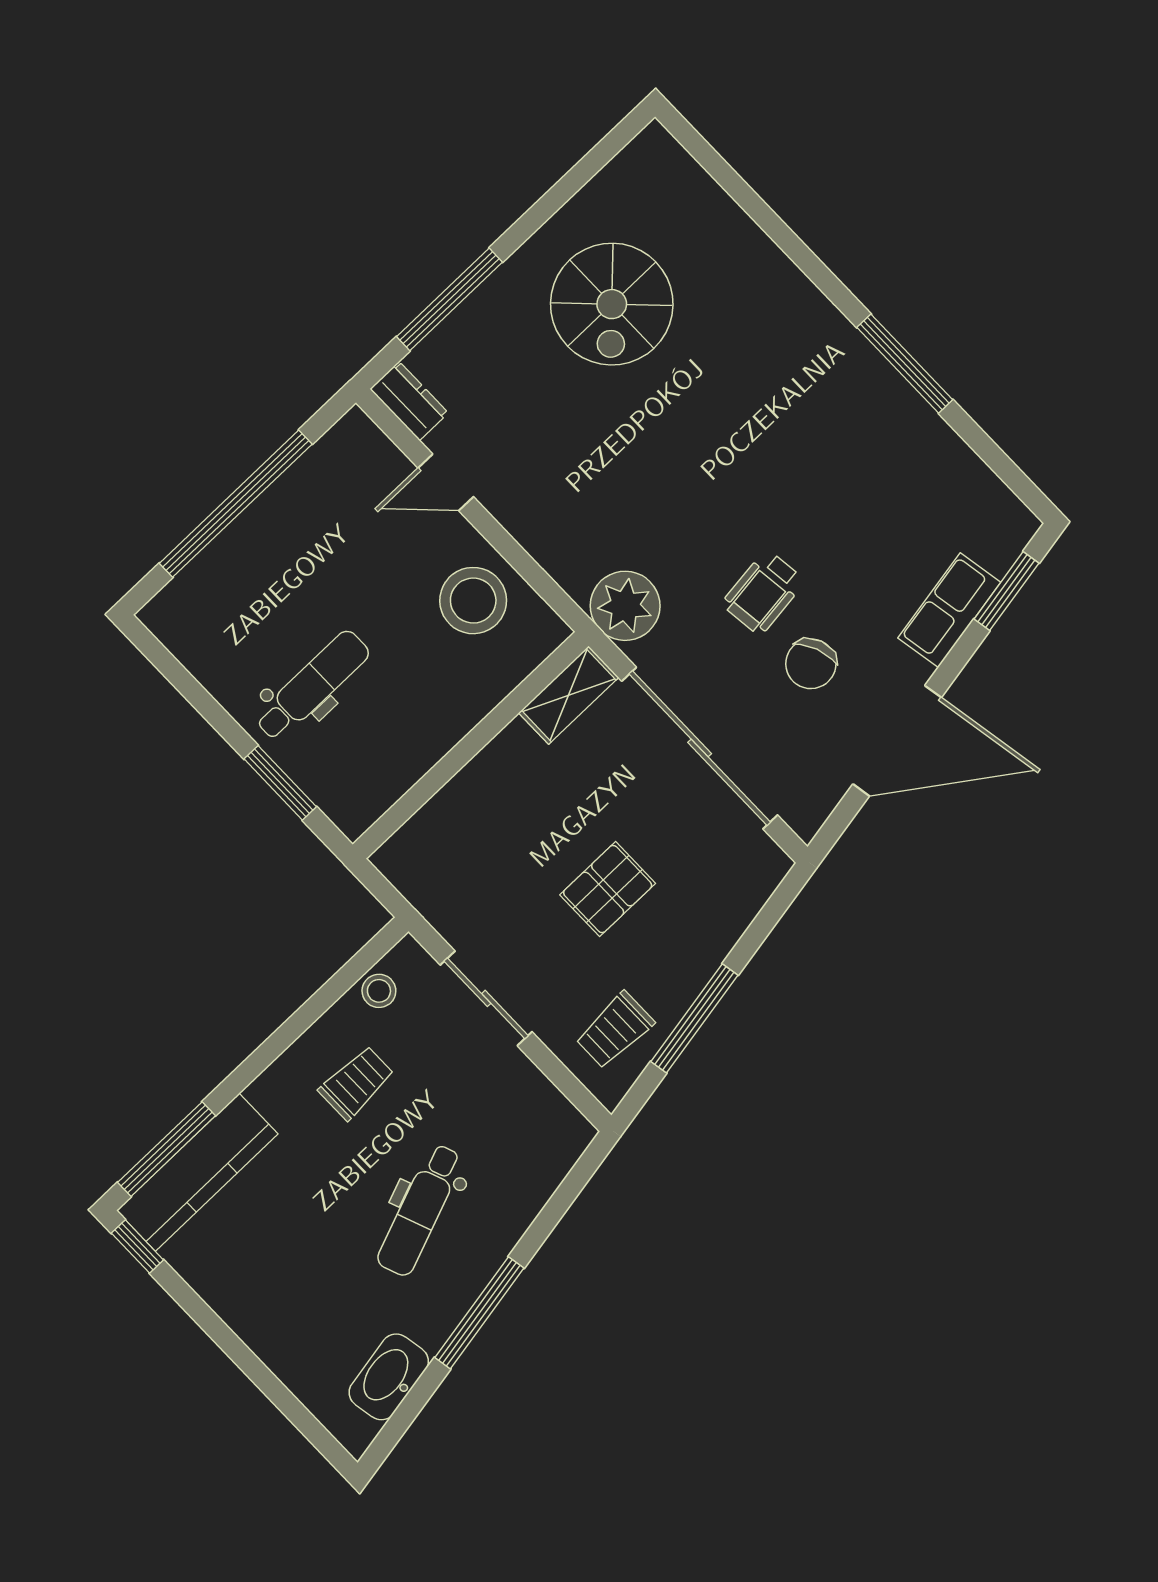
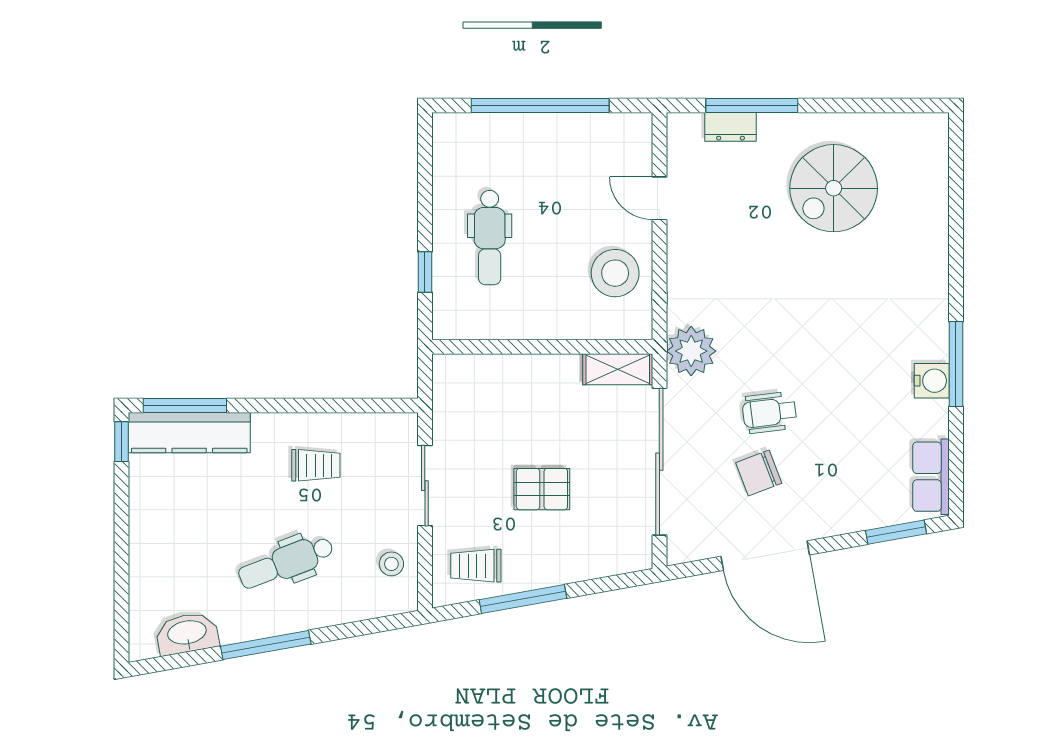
dresser: (409, 401) -> (731, 127), moved, turned 90
water cooler: (896, 404) -> (932, 381), added
row of seats: (949, 610) -> (931, 477), moved, turned -80
dental chair: (312, 686) -> (490, 238), turned 90
window: (280, 783) -> (425, 272), width x0.67
stool: (379, 991) -> (391, 564), moved

